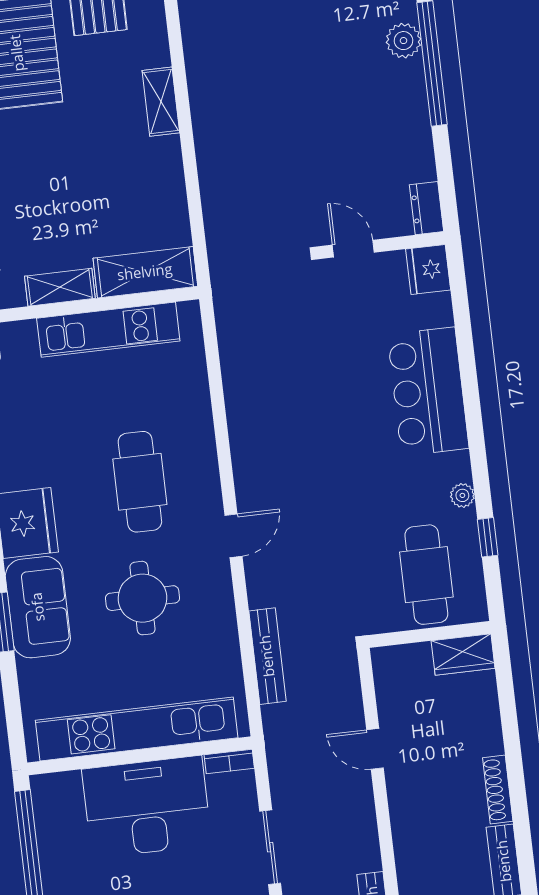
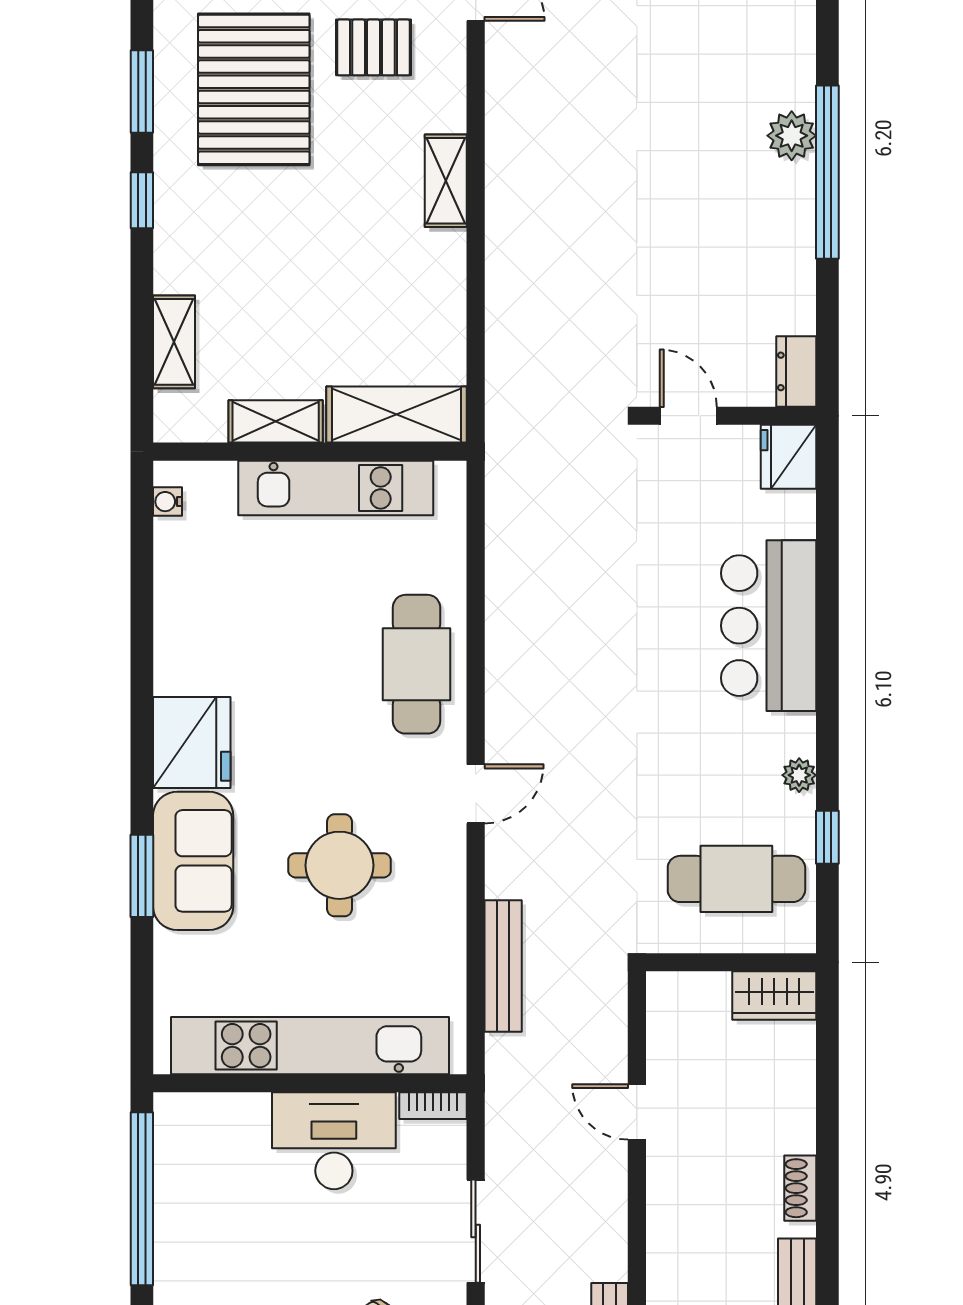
cafe table: (140, 482) -> (417, 664), moved
cafe table: (426, 575) -> (736, 879), turned 90
shoe rack: (498, 789) -> (800, 1188), width x0.70
desk: (147, 807) -> (334, 1141), width x0.73, depth x0.77

